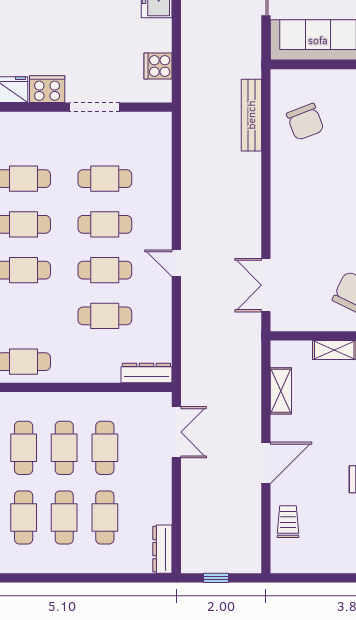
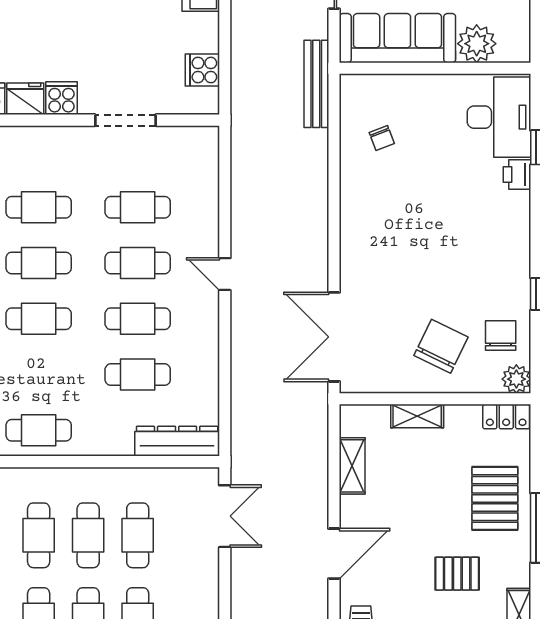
cooker: (47, 89) -> (61, 98), width x0.73
bench: (251, 115) -> (316, 84), moved
chair: (305, 122) -> (382, 138), width x0.54, depth x0.54
door: (176, 263) -> (225, 274), moved
double door: (266, 285) -> (334, 337), width x1.37
dresser: (146, 373) -> (177, 441), width x1.37, depth x1.24

